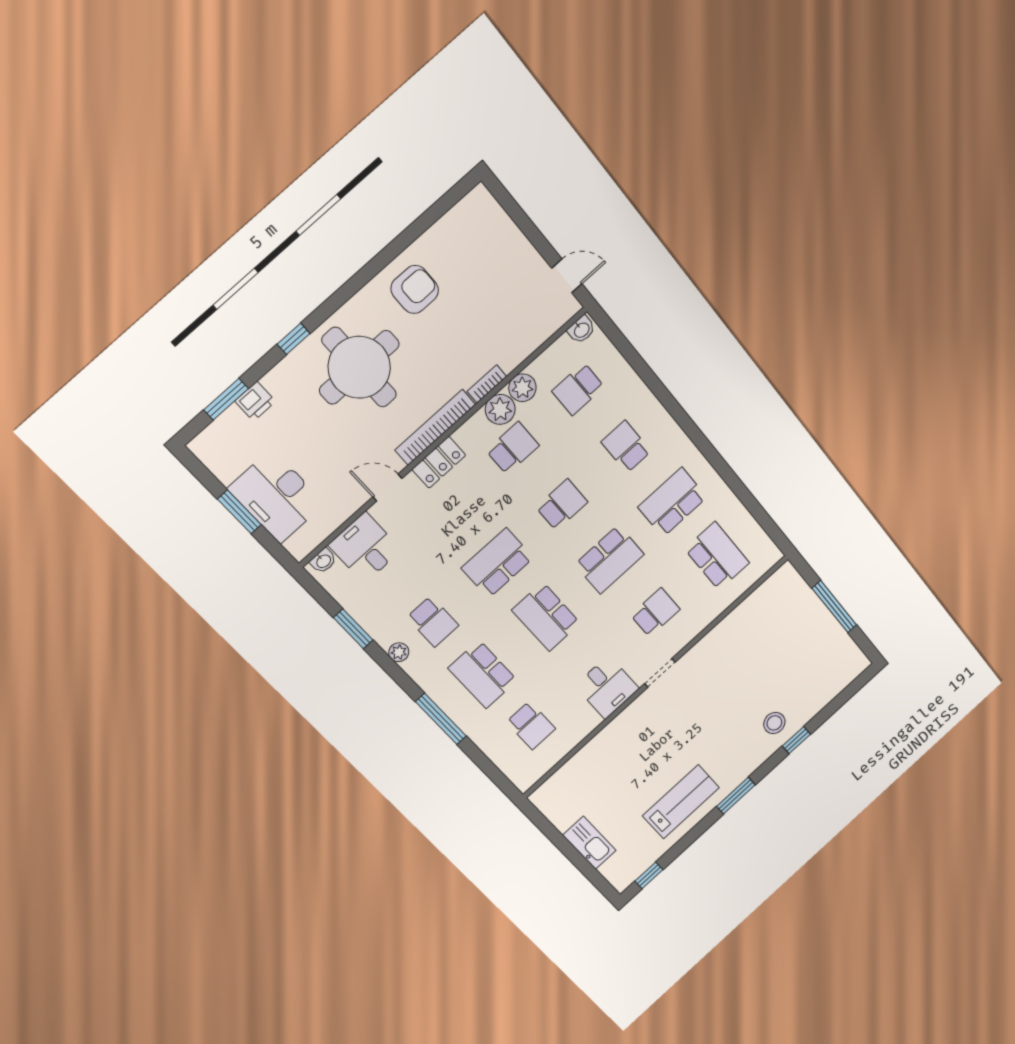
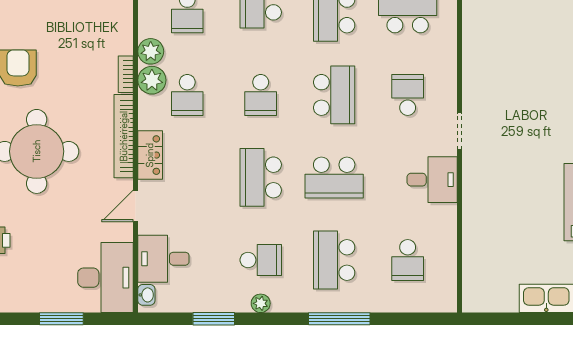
school desk: (513, 448) -> (187, 95), turned 180
desk: (276, 496) -> (105, 278), moved, turned -90
school desk: (562, 505) -> (261, 95), turned 180
school desk: (483, 674) -> (334, 260), turned 90
school desk: (531, 725) -> (408, 260), turned 90

